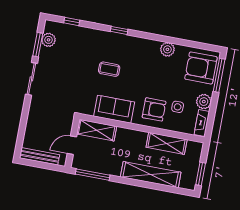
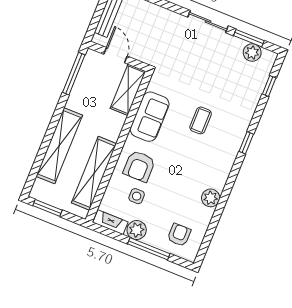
armchair: (201, 68) -> (179, 235), width x0.53, depth x0.53
window: (219, 75) -> (149, 249), moved
shelving: (167, 143) -> (94, 173), width x1.47

